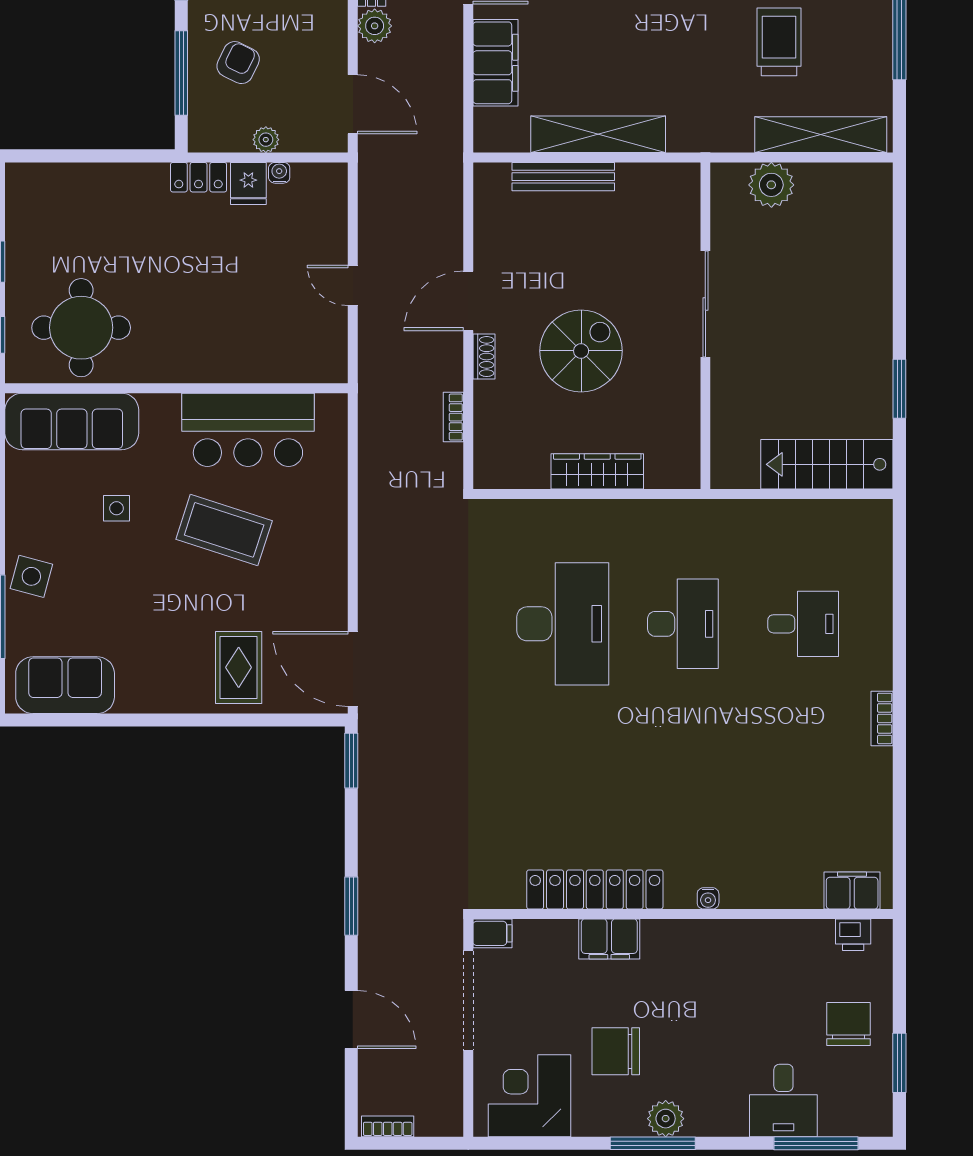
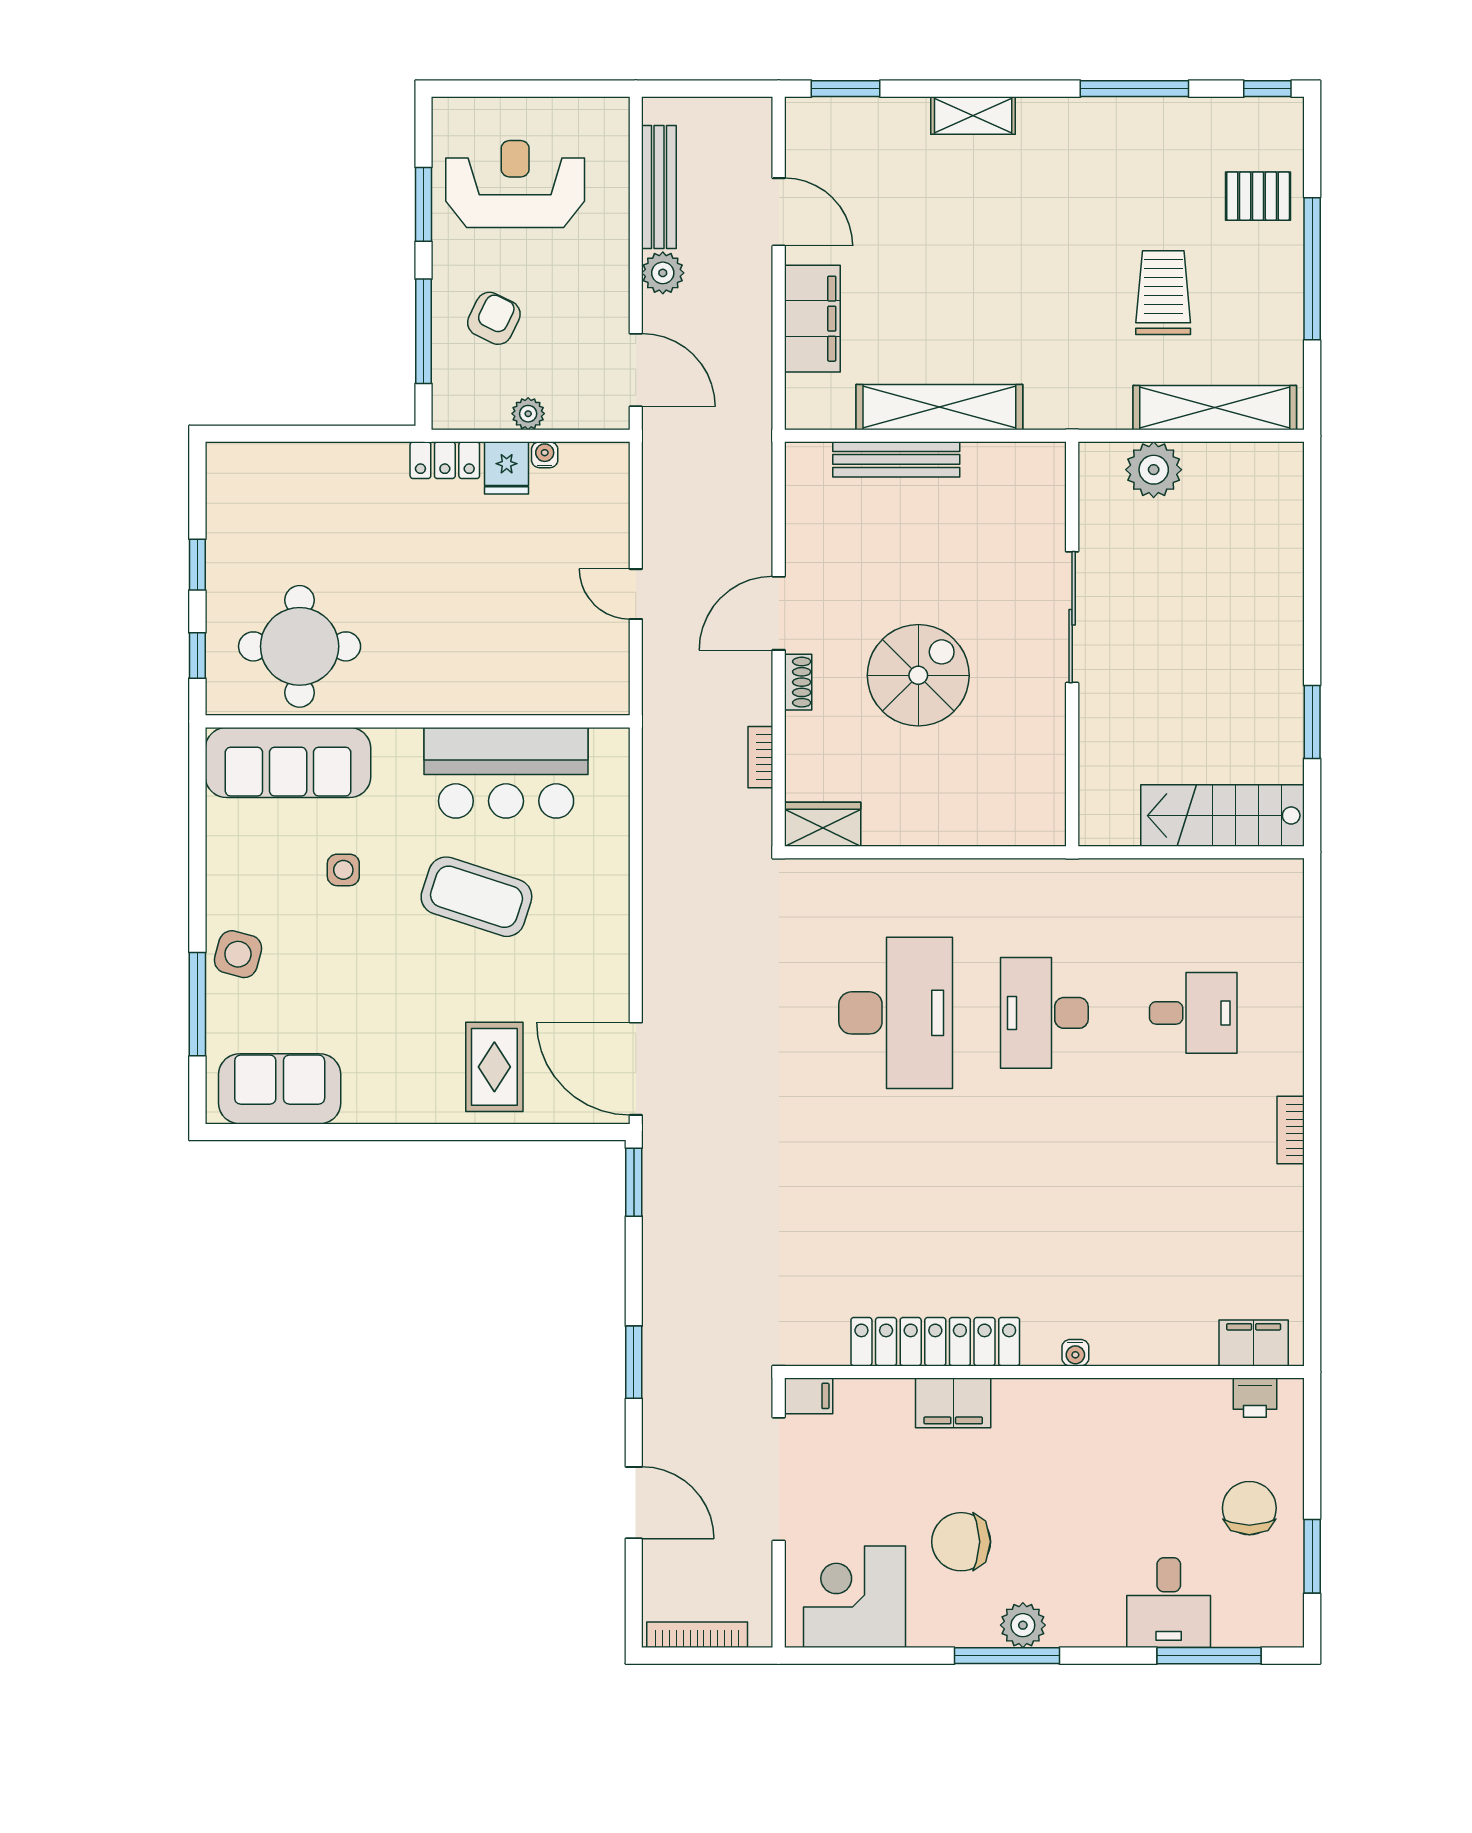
wardrobe: (597, 471) -> (823, 824), moved, width x0.67
desk: (683, 624) -> (1044, 1013), turned 180
bookcase: (388, 1126) -> (697, 1635), width x1.56

